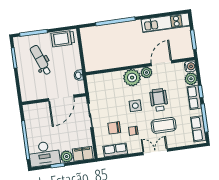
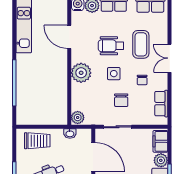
trolley: (63, 39) -> (37, 141), moved, turned -90
plant: (146, 72) -> (78, 118), moved
chair: (114, 128) -> (121, 100), moved

